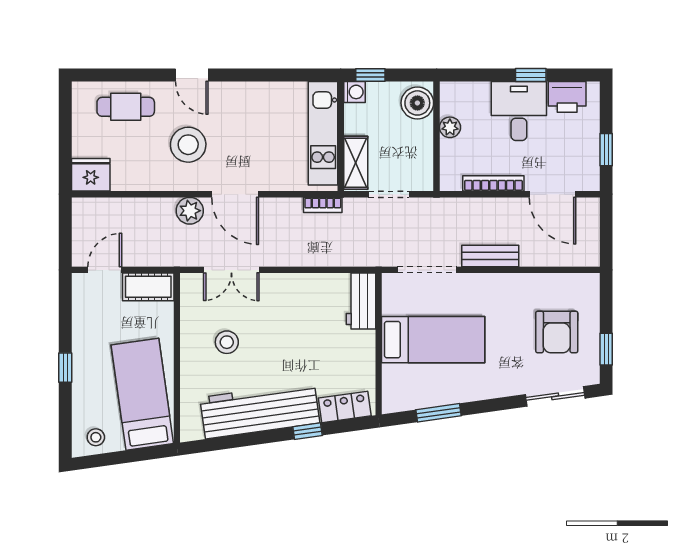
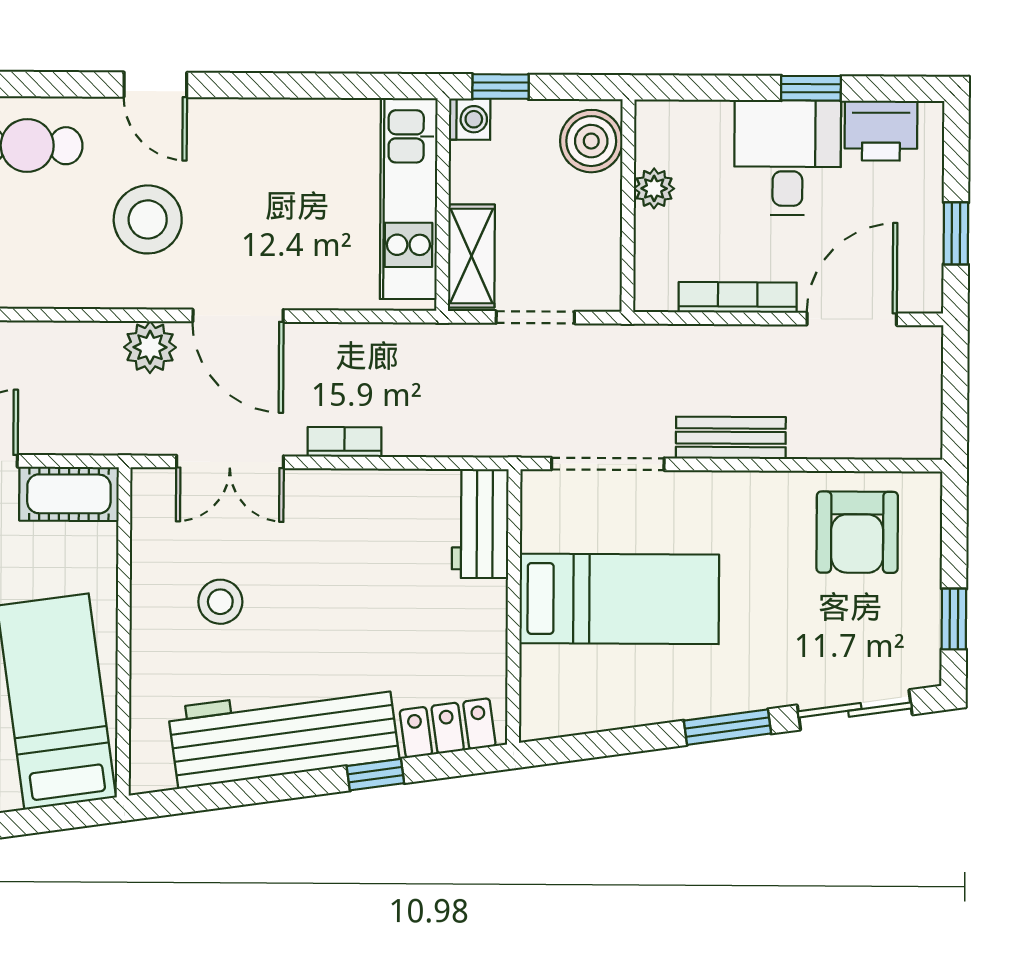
door: (553, 194) -> (852, 319), swing flipped
bookcase: (323, 205) -> (344, 442), moved, turned 180
armchair: (557, 332) -> (857, 532), moved
window: (439, 413) -> (727, 727), moved

